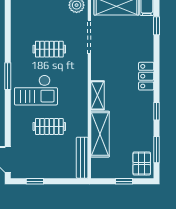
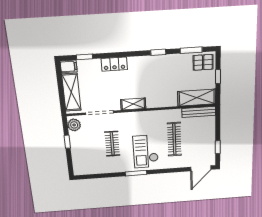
locker: (146, 76) -> (114, 64), moved
checkout: (36, 90) -> (146, 151), turned 180
shelving: (97, 95) -> (133, 104), moved
clothes rail: (49, 126) -> (174, 139), width x1.36
shelving: (100, 134) -> (197, 98), moved

